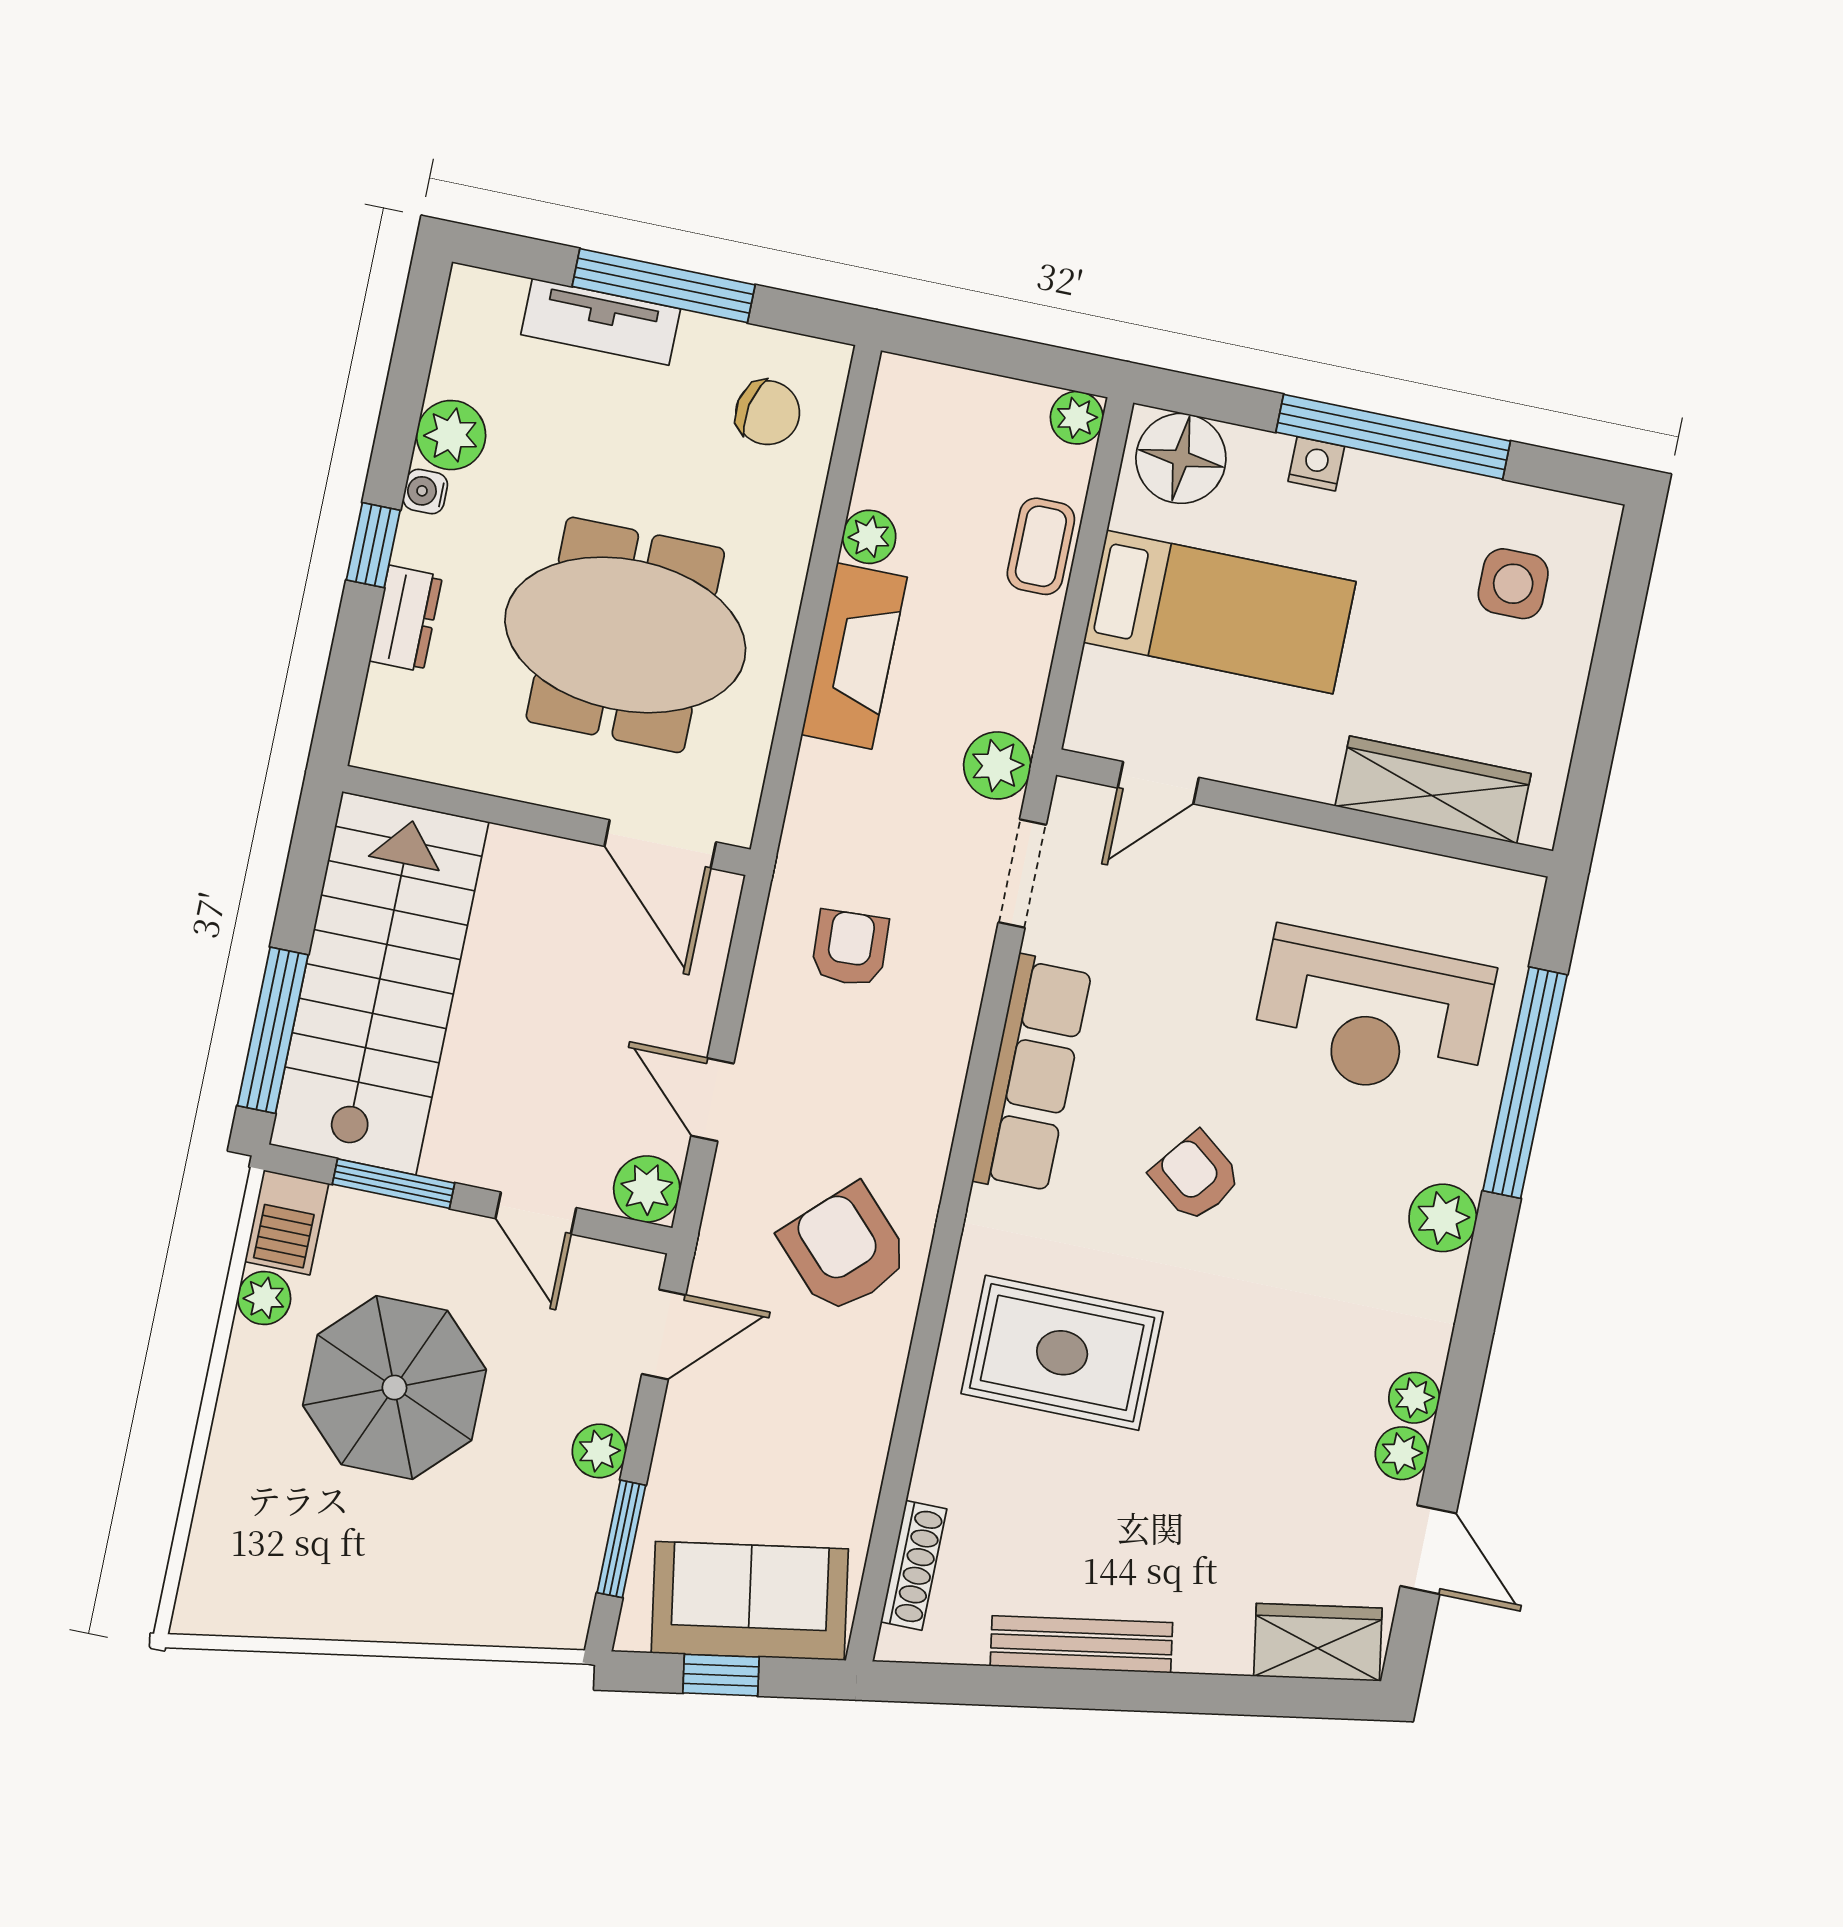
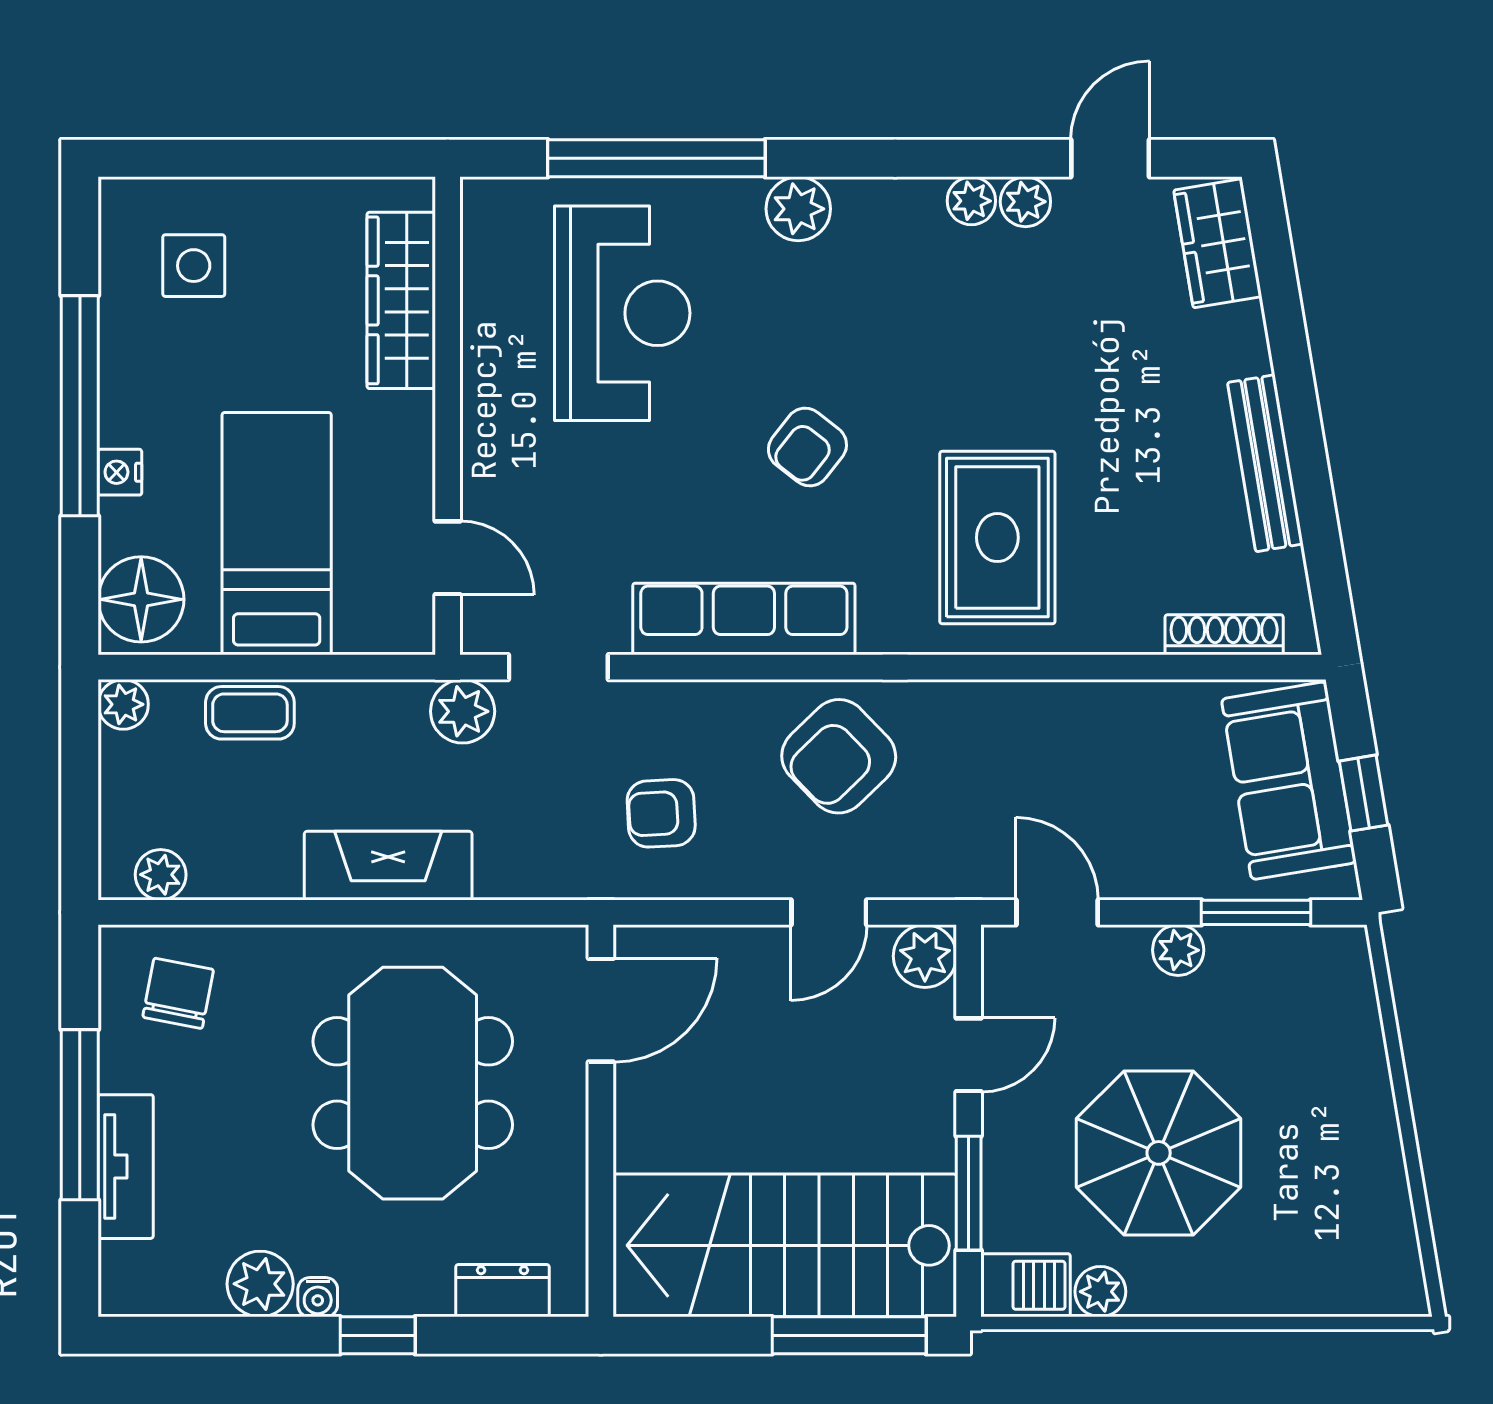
plant: (869, 537) -> (161, 875), moved
dresser: (406, 619) -> (502, 1291), moved
armchair: (845, 1249) -> (839, 756), moved

